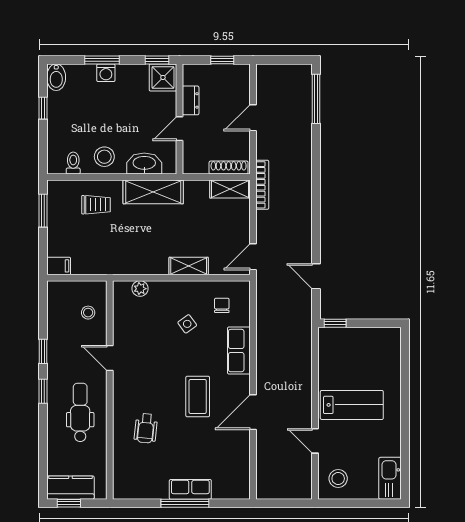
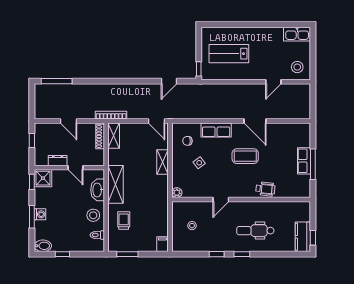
door: (110, 358) -> (221, 200), moved
wall: (110, 390) -> (241, 200), moved
lab bench: (352, 405) -> (229, 54), moved, turned -90

